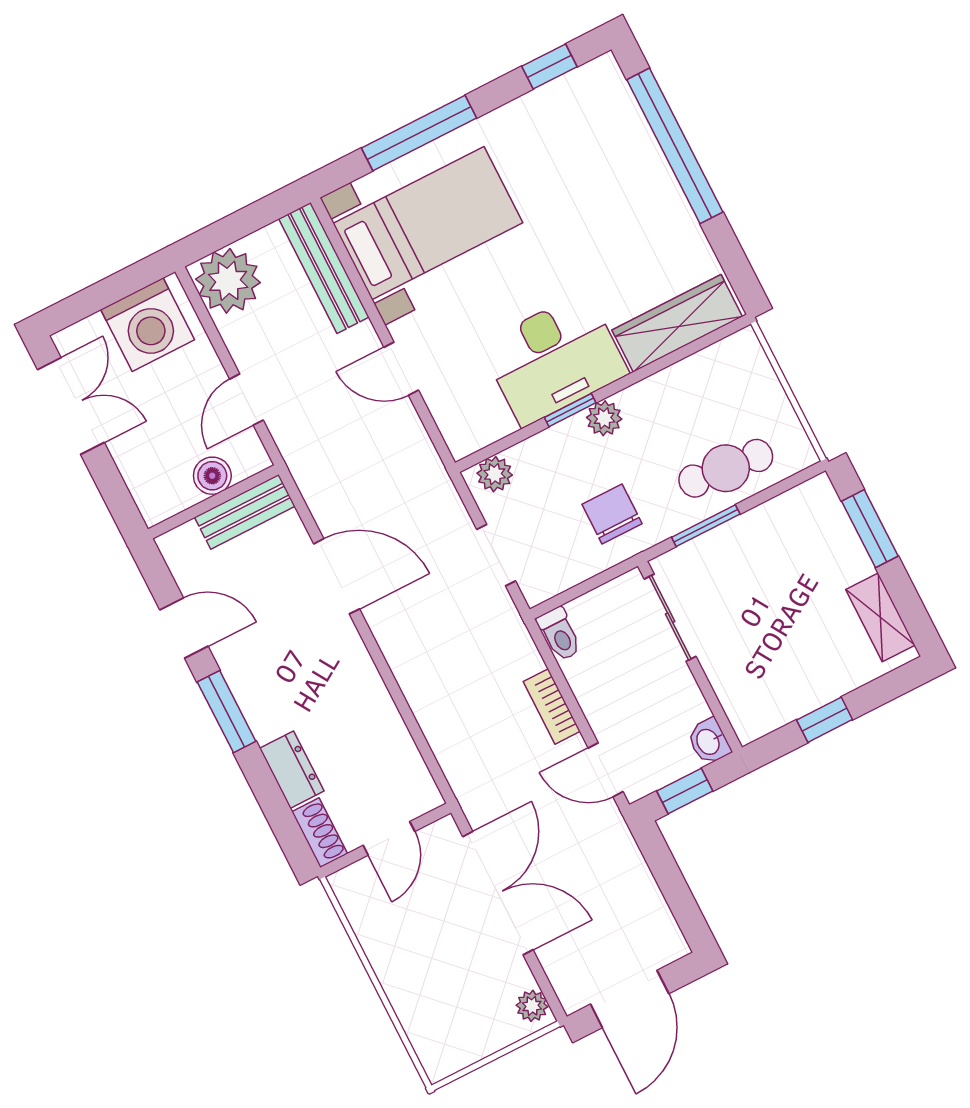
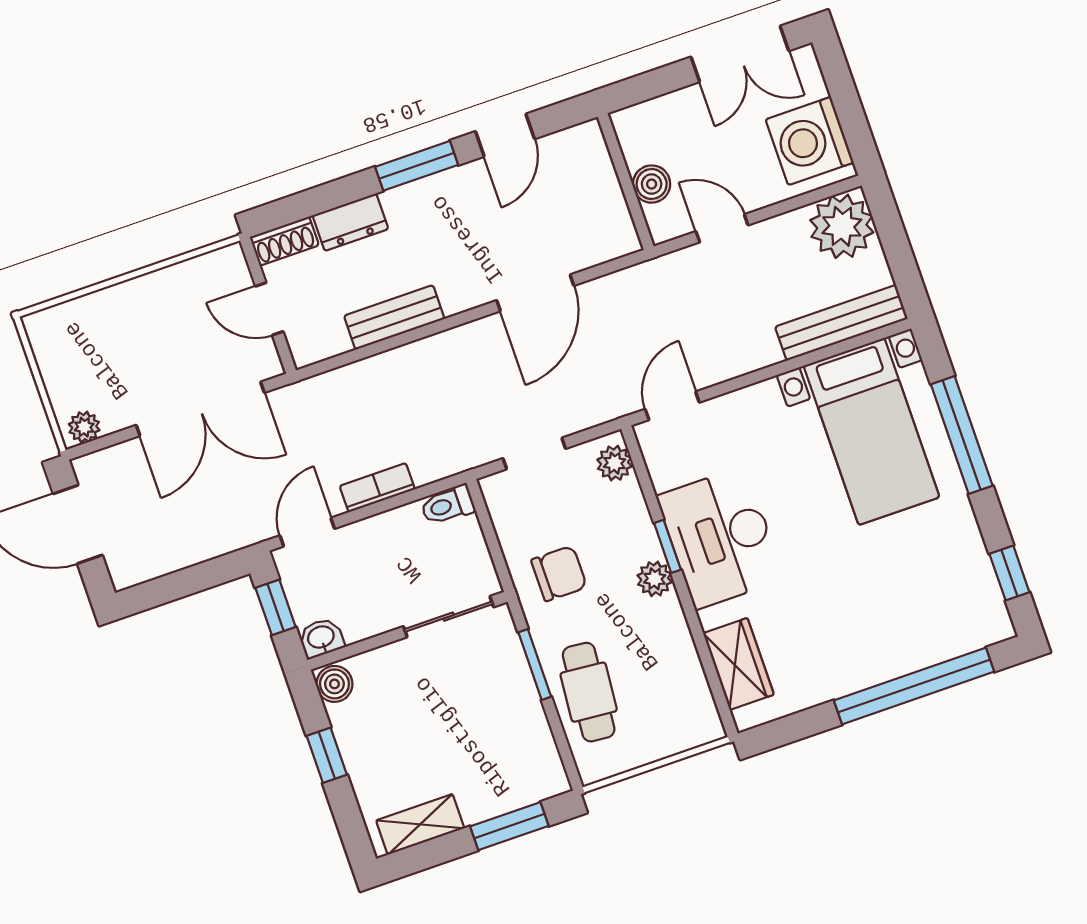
wardrobe: (677, 323) -> (738, 664), width x0.67
door: (401, 369) -> (672, 406), moved
bench: (245, 512) -> (394, 317), moved, turned 90
boiler: (753, 722) -> (334, 684), added

